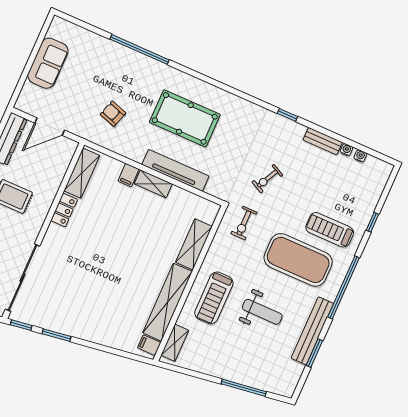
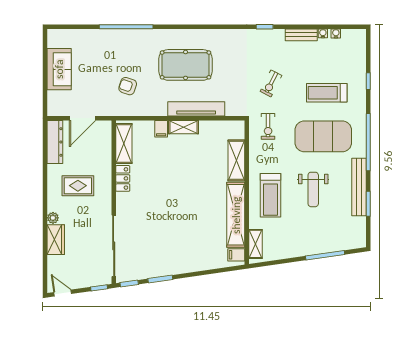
treadmill: (330, 230) -> (327, 93), moved
weight bench: (262, 312) -> (313, 189), turned 90

